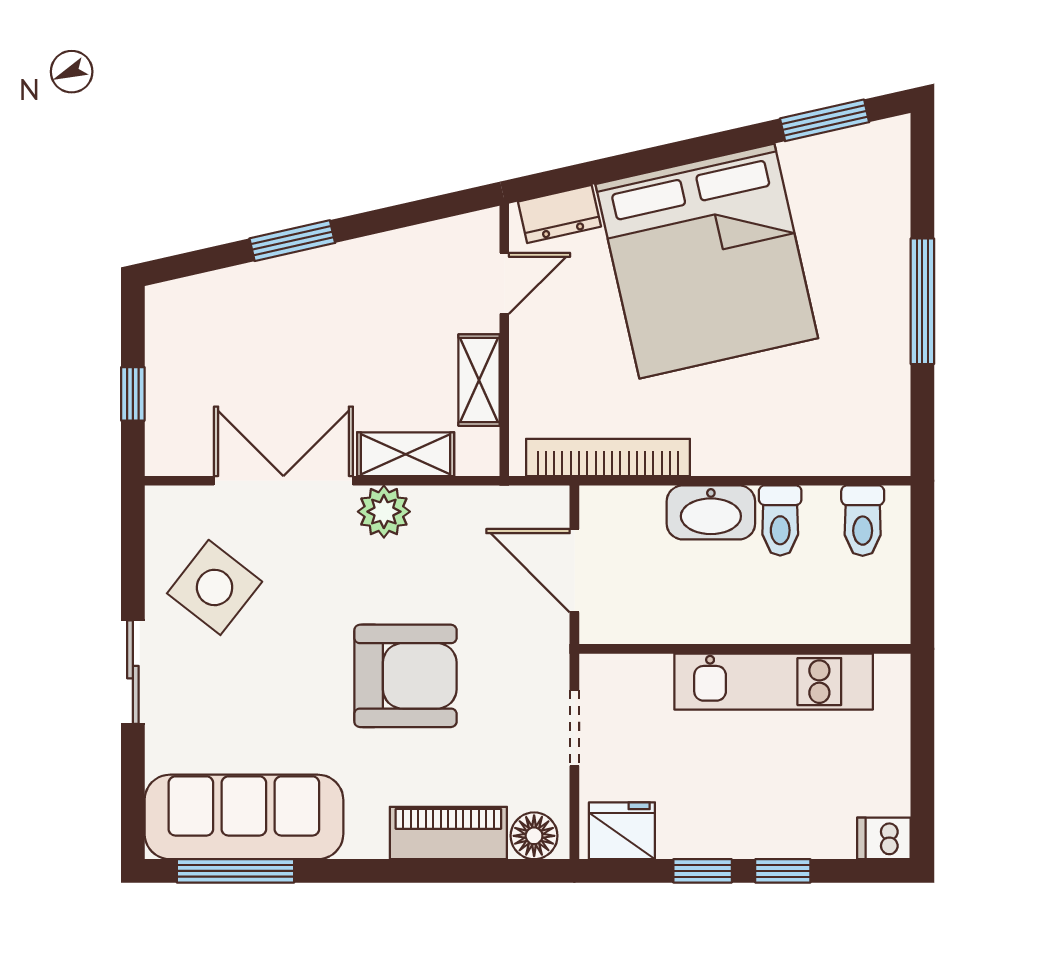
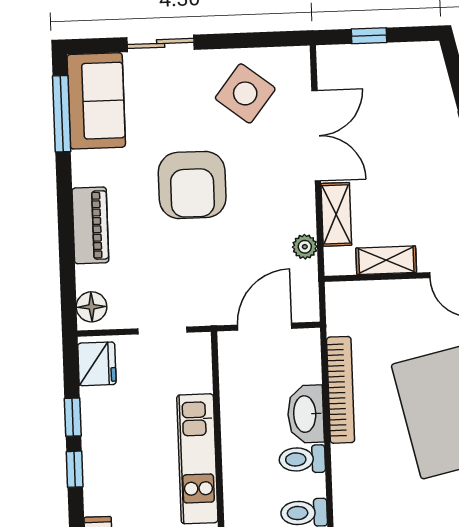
bookcase: (608, 457) -> (341, 390), moved
plant: (384, 512) -> (305, 247), moved, width x0.73, depth x0.73
sliding door: (133, 672) -> (161, 43), moved
armchair: (405, 676) -> (192, 185), moved
sofa: (244, 817) -> (96, 101), width x0.73
piano: (448, 833) -> (90, 225), moved

